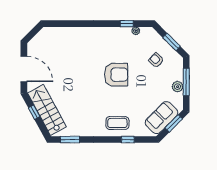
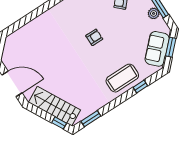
armchair: (116, 75) -> (94, 37), width x0.53, depth x0.53
window: (34, 112) -> (59, 123), moved
coffee table: (117, 123) -> (122, 78), width x1.36, depth x1.32

